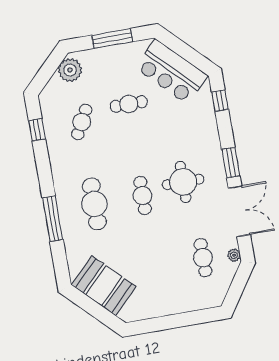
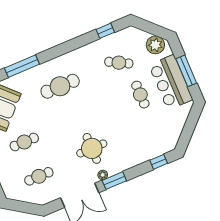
bar counter: (171, 72) -> (171, 82), moved, turned -45
cafe table: (143, 196) -> (24, 142), moved
window: (53, 219) -> (22, 66), moved
plant: (234, 255) -> (103, 175), moved

